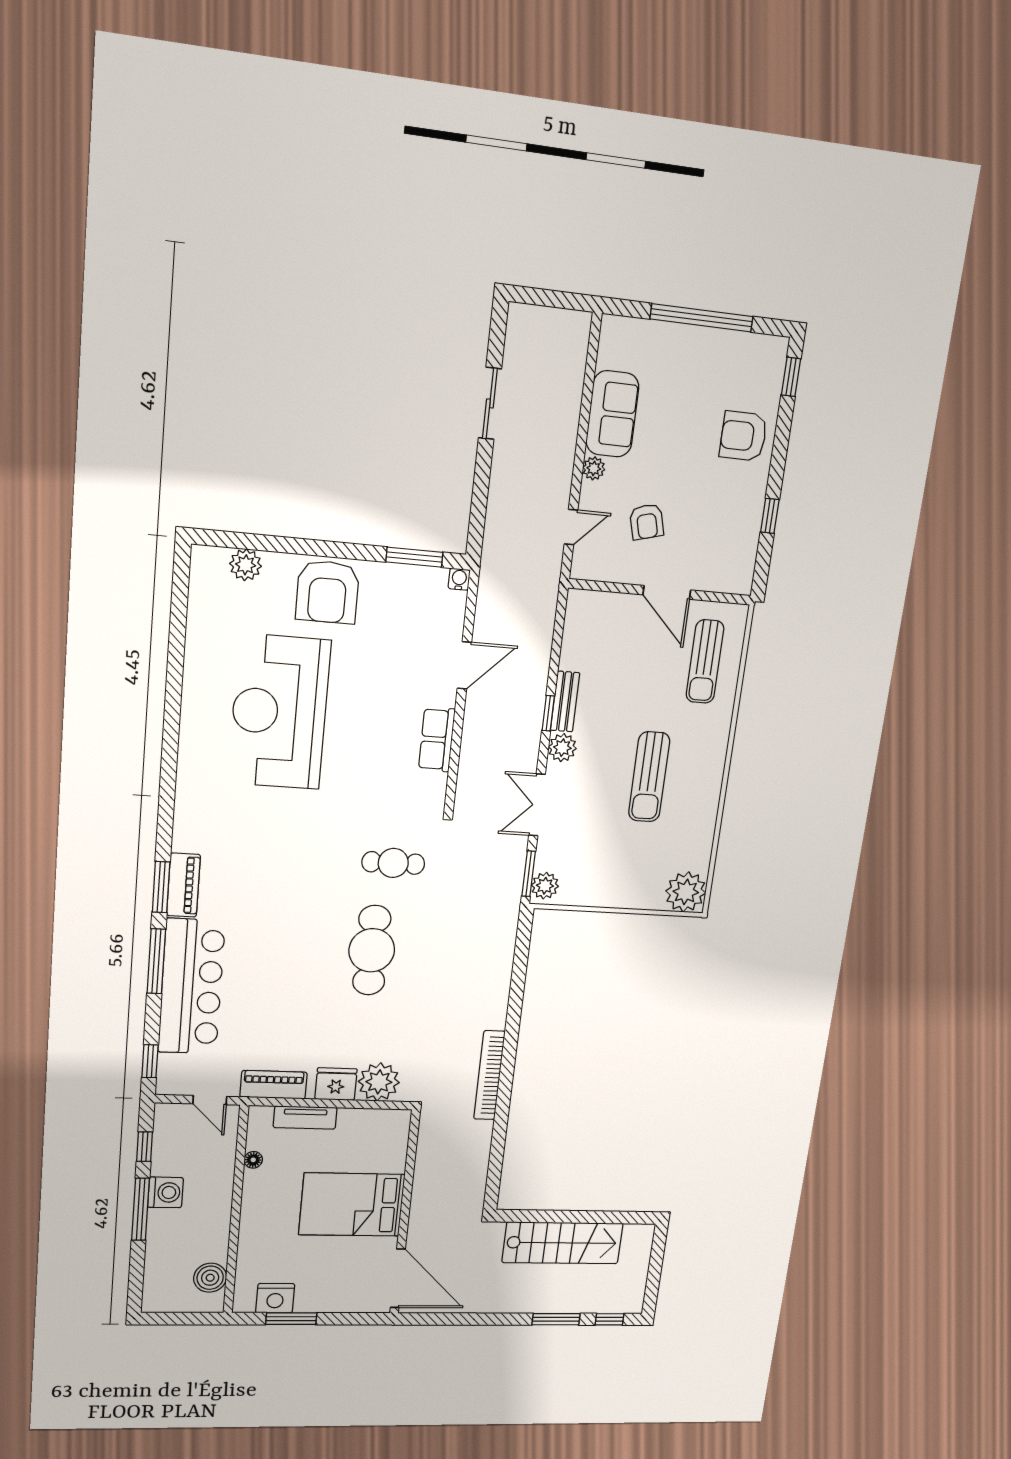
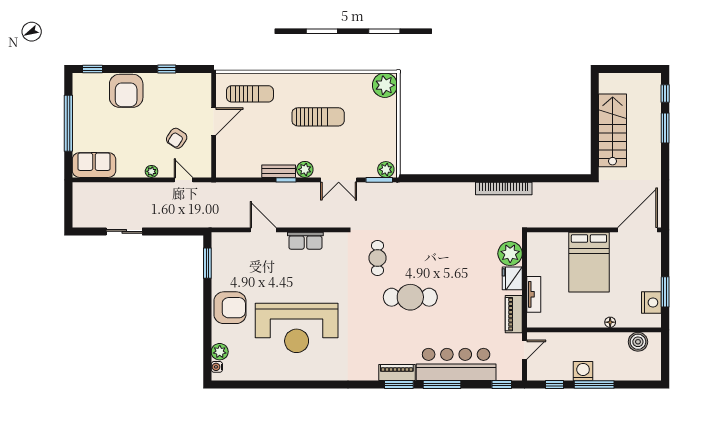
sofa: (612, 414) -> (94, 165), moved
armchair: (743, 436) -> (126, 91), width x1.36, depth x1.36
armchair: (647, 522) -> (177, 138), turned 139
water cooler: (459, 579) -> (217, 367), moved
cafe table: (372, 950) -> (410, 297), moved
floor lamp: (253, 1160) -> (610, 322), moved

